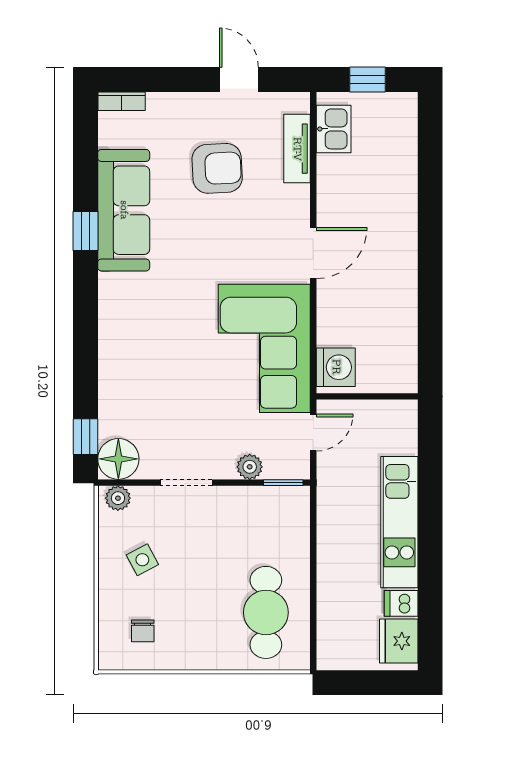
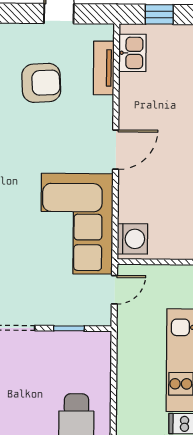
plant: (250, 467) -> (65, 316), removed
window: (283, 483) -> (69, 328), moved

